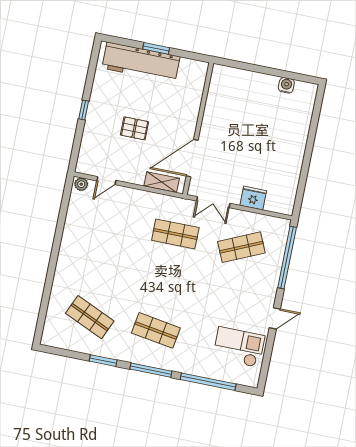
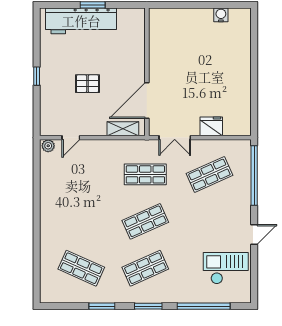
shop shelf: (166, 282) -> (145, 221), added
shop shelf: (156, 330) -> (145, 268), turned -33
window: (151, 370) -> (148, 306), width x0.69

